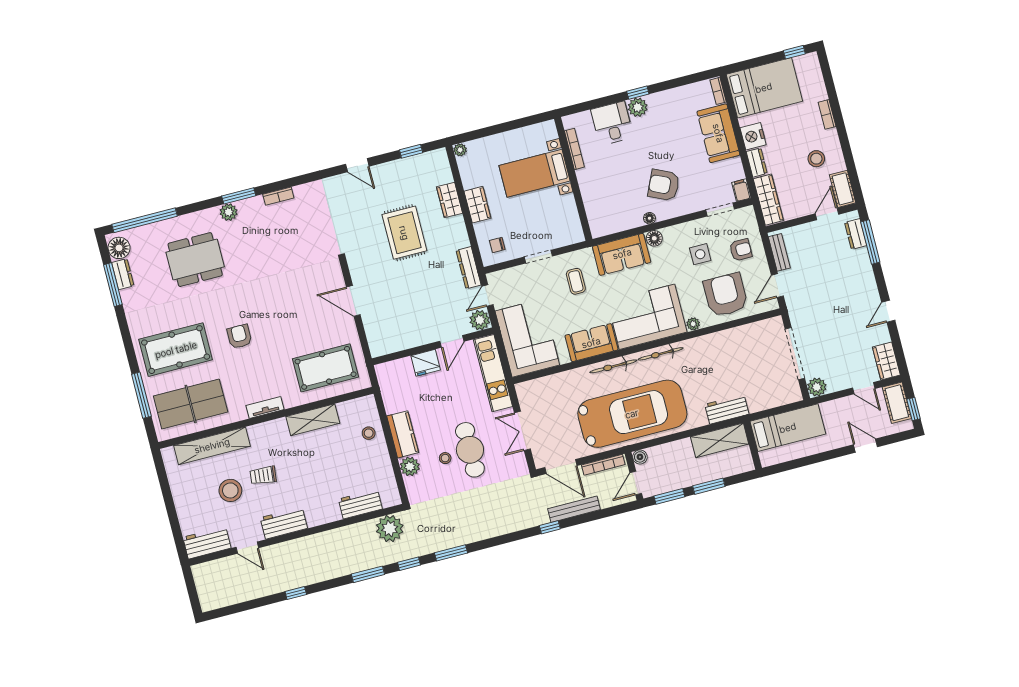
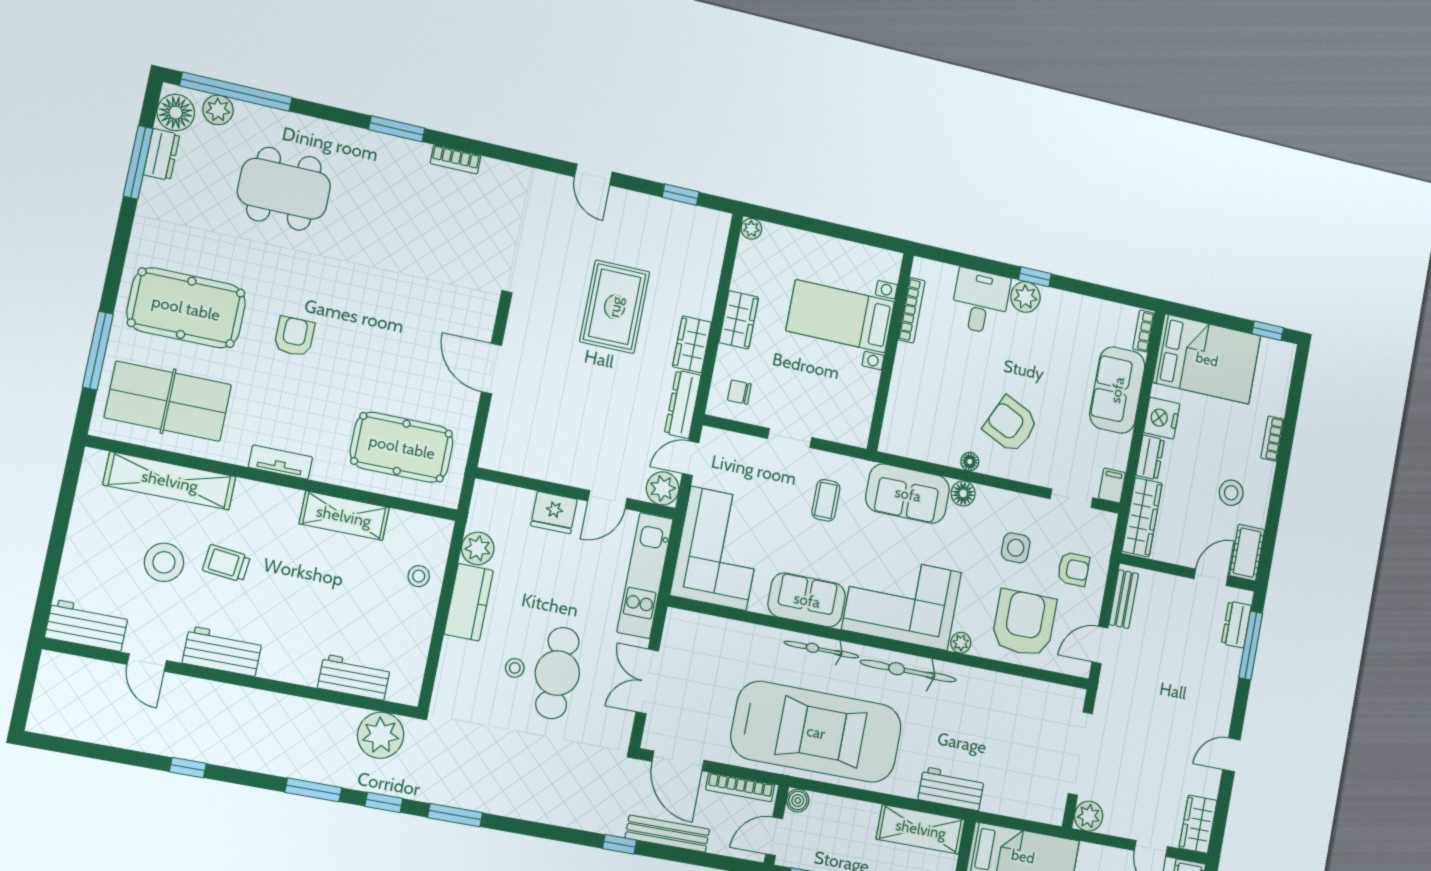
wardrobe: (450, 200) -> (692, 344), moved
plant: (229, 212) -> (218, 110), moved
bicycle: (661, 354) -> (908, 671), width x1.37, depth x1.40
plant: (410, 466) -> (478, 548), moved

